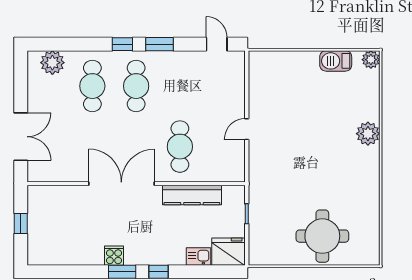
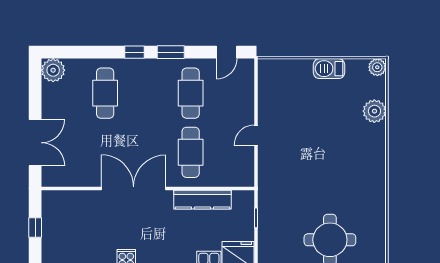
door: (217, 44) -> (227, 52), swing flipped
barbecue: (336, 61) -> (329, 69), moved
plant: (52, 63) -> (53, 70), moved
cafe table: (136, 86) -> (191, 93), moved
plant: (368, 134) -> (374, 111), moved

